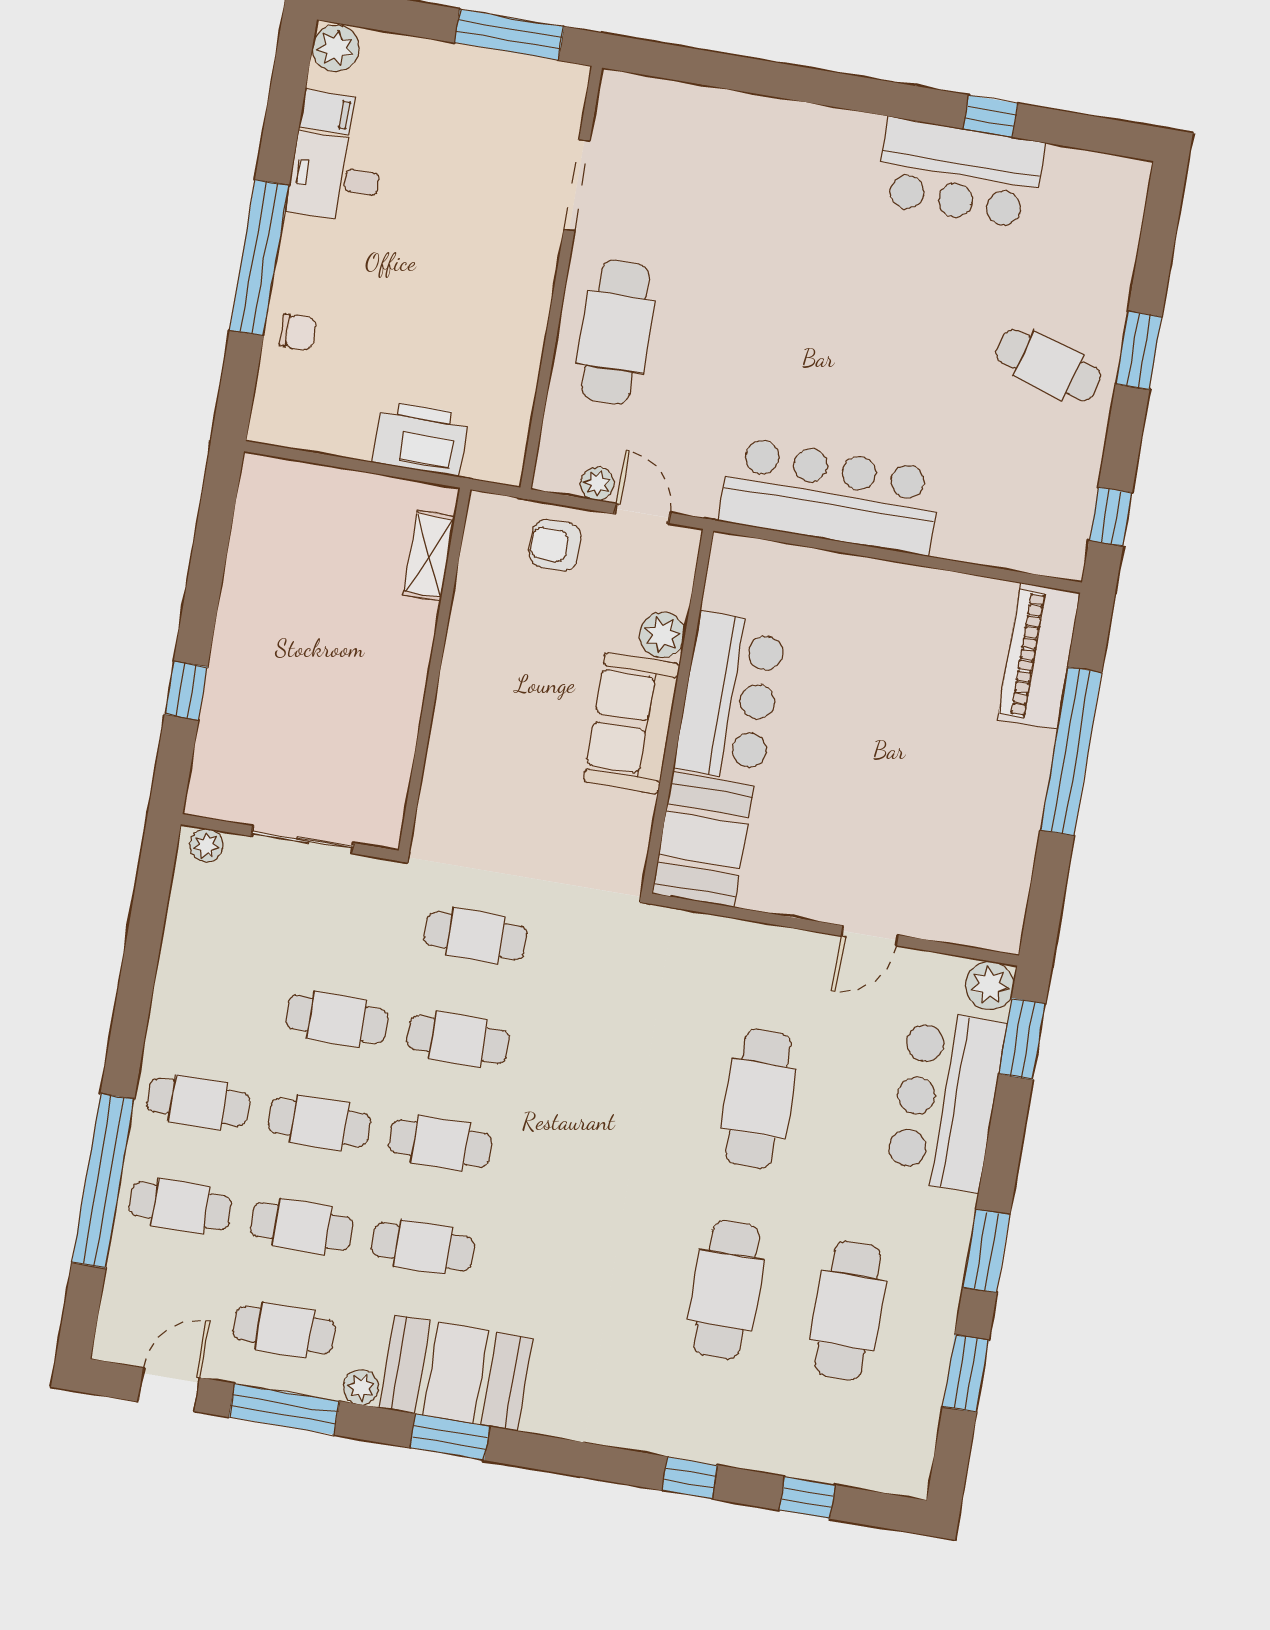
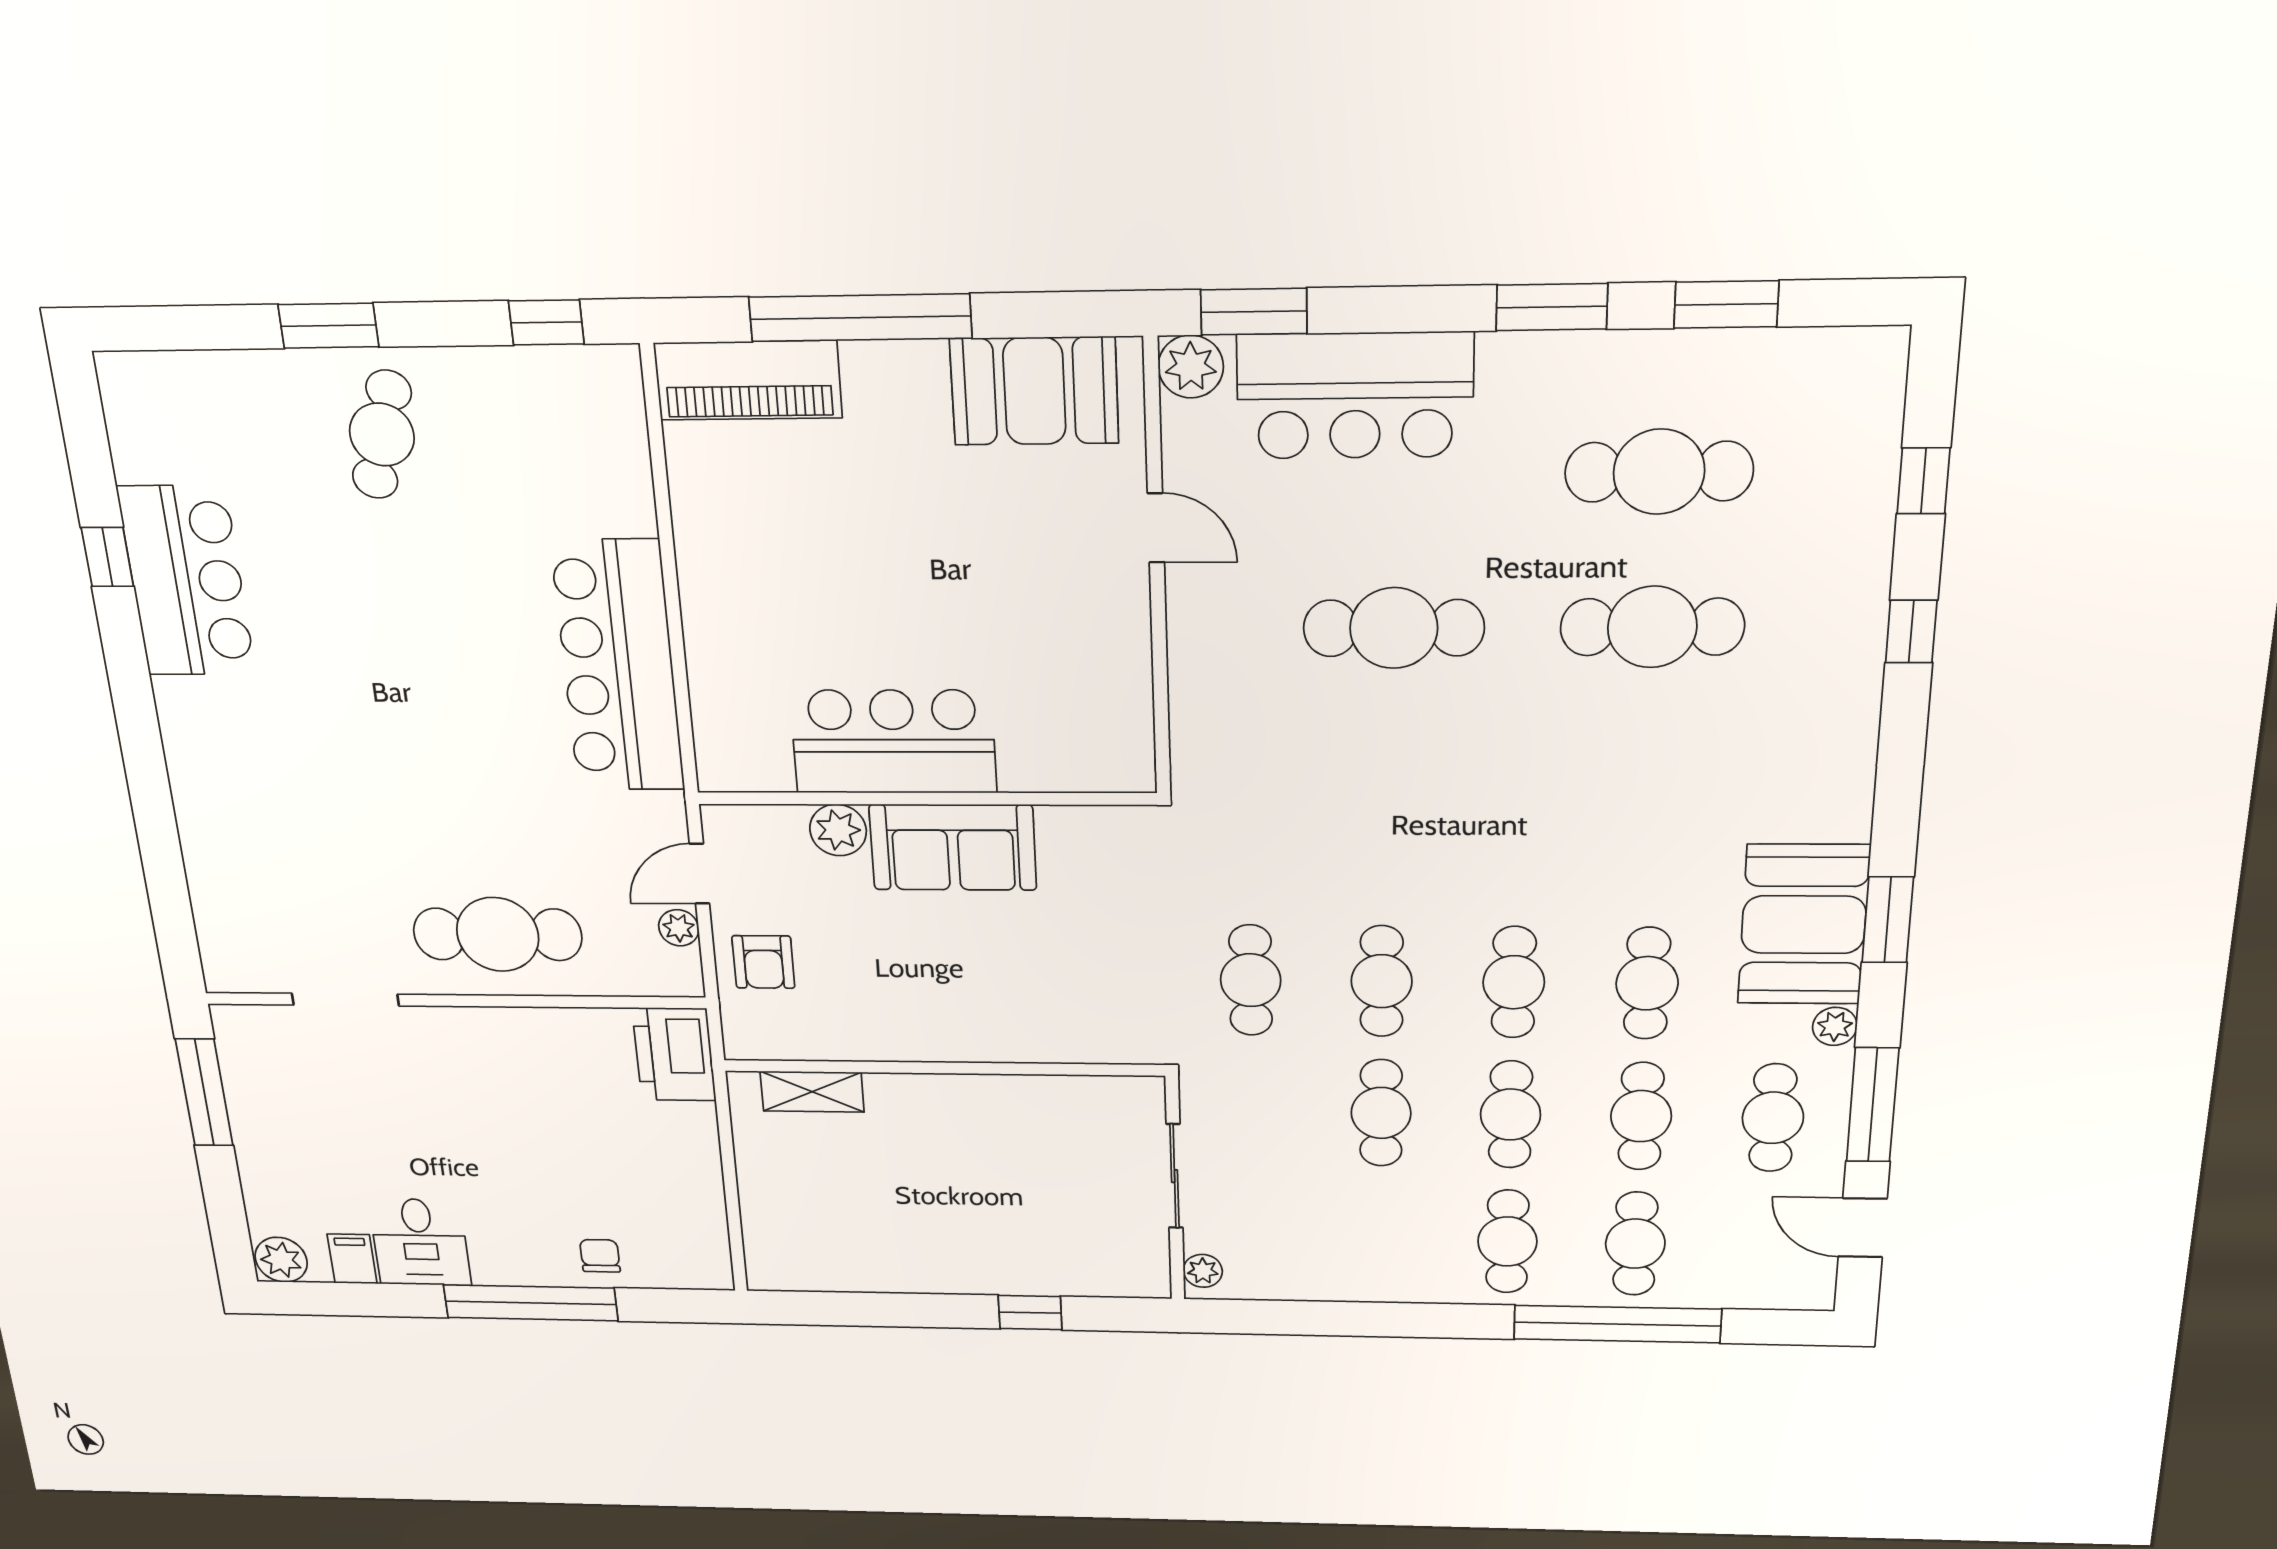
printer: (420, 438) -> (674, 1054), moved
booth: (703, 840) -> (1034, 391), moved

